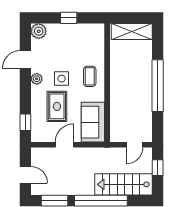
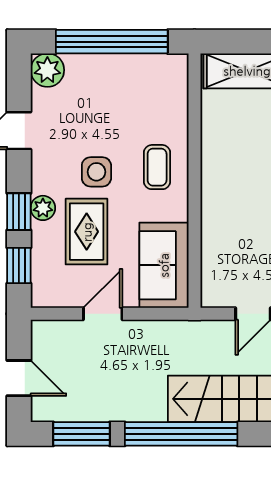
window: (69, 18) -> (112, 42), width x3.17
plant: (37, 79) -> (43, 208), moved
window: (25, 97) -> (19, 212), added

